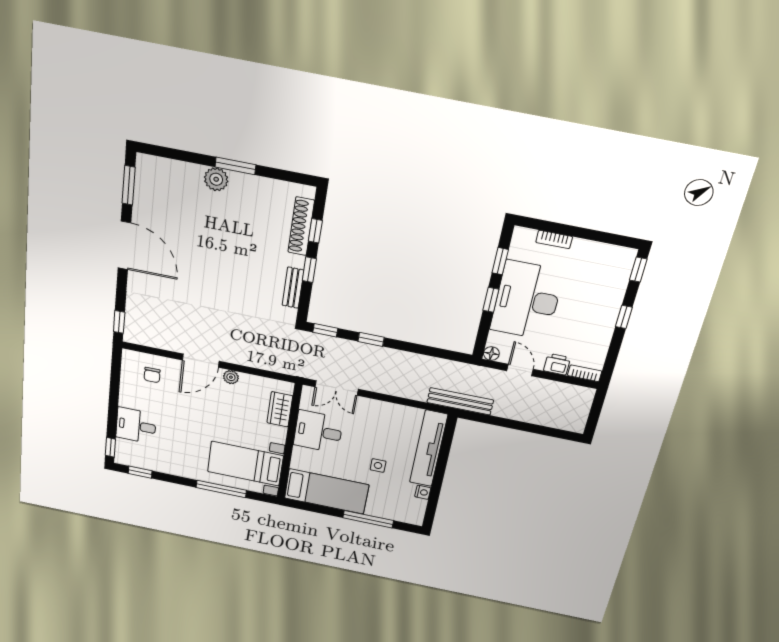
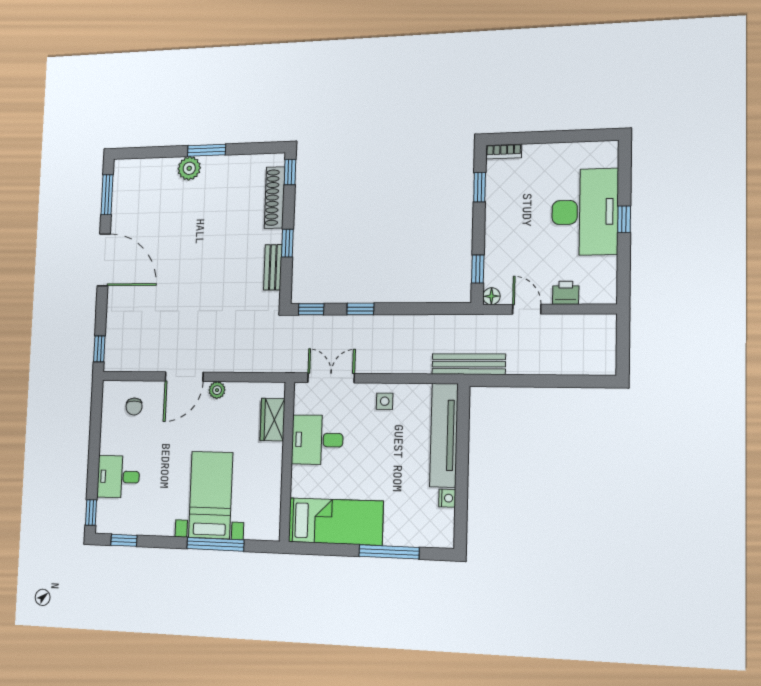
window: (315, 231) -> (290, 172), moved
bookcase: (554, 239) -> (504, 151), moved
window: (638, 270) -> (625, 162), removed
window: (491, 300) -> (478, 269), moved
desk: (527, 300) -> (585, 212), moved, turned 180
bookcase: (585, 373) -> (599, 297), removed
double door: (337, 388) -> (331, 378), swing flipped
bed with nightstands: (245, 464) -> (211, 495), moved, turned 90
side table: (378, 465) -> (385, 401), moved

